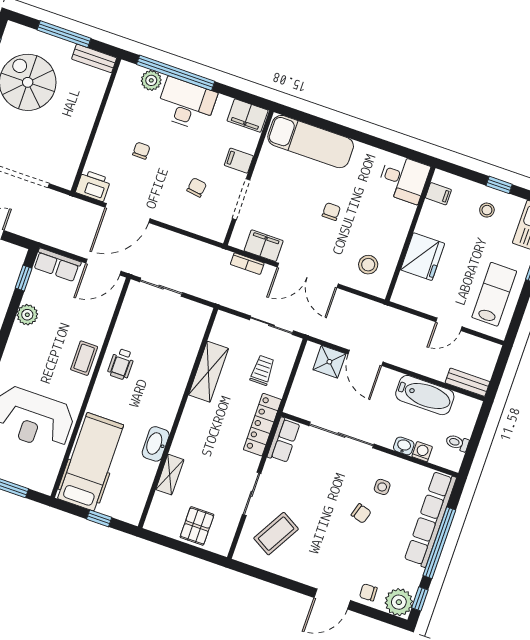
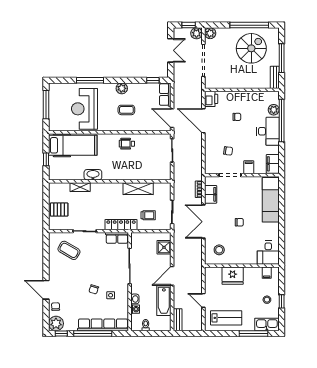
plant: (27, 315) -> (122, 88), moved
coffee table: (84, 358) -> (126, 110), moved
door: (366, 358) -> (172, 276), moved

